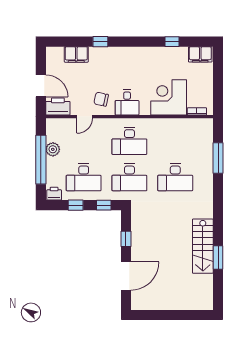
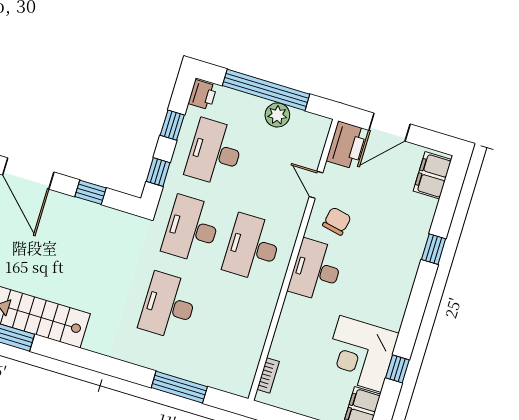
filing cabinet: (76, 54) -> (432, 175), moved
corner desk: (169, 97) -> (361, 354), moved, turned 180
desk: (127, 102) -> (316, 270), width x1.37

